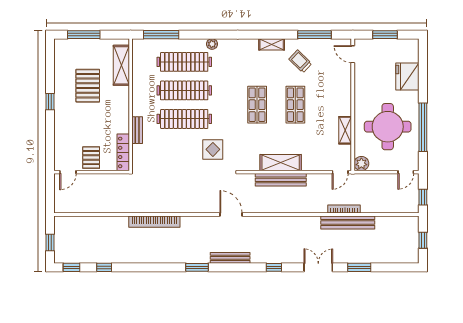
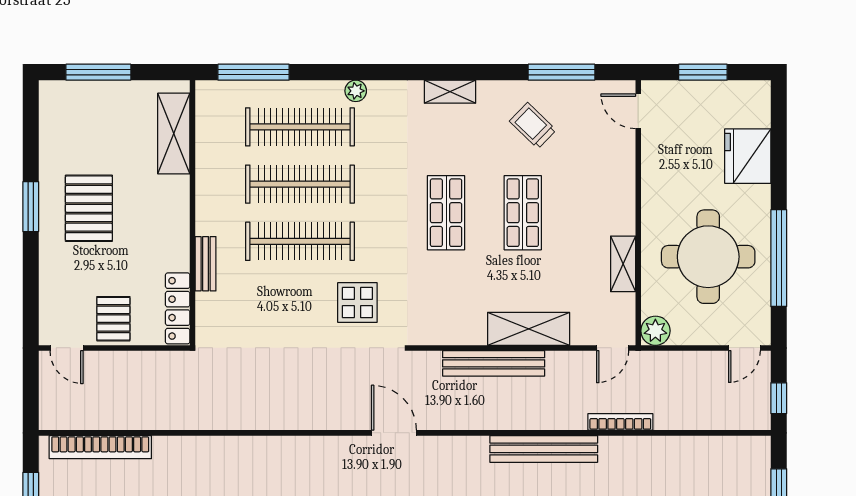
shelving: (272, 44) -> (450, 92), moved
pallet: (88, 86) -> (89, 208), moved
window: (50, 102) -> (31, 207), width x1.50
shelving: (281, 163) -> (529, 329), moved
door: (68, 172) -> (67, 348), hinge flipped
bookcase: (154, 222) -> (100, 447), moved
bench: (348, 222) -> (544, 449), moved

